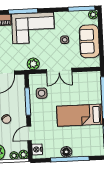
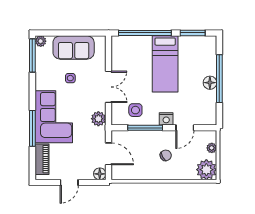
door: (29, 133) -> (185, 128), hinge flipped
nightstand: (37, 149) -> (166, 119), moved
plant: (24, 155) -> (211, 136), removed

